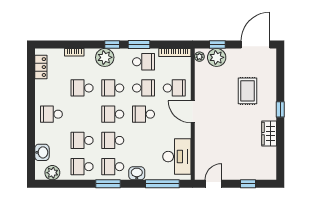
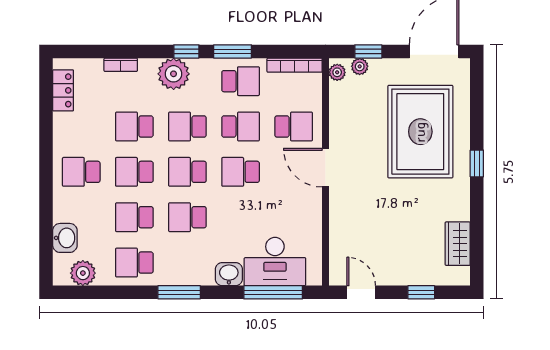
plant: (217, 57) -> (360, 66), width x0.53, depth x0.53
rug: (248, 91) -> (420, 132), width x1.86, depth x2.06
wardrobe: (269, 134) -> (458, 244), moved
desk: (177, 157) -> (275, 261), moved, turned 90
school desk: (113, 167) -> (134, 172), moved
door: (213, 184) -> (361, 292), hinge flipped

